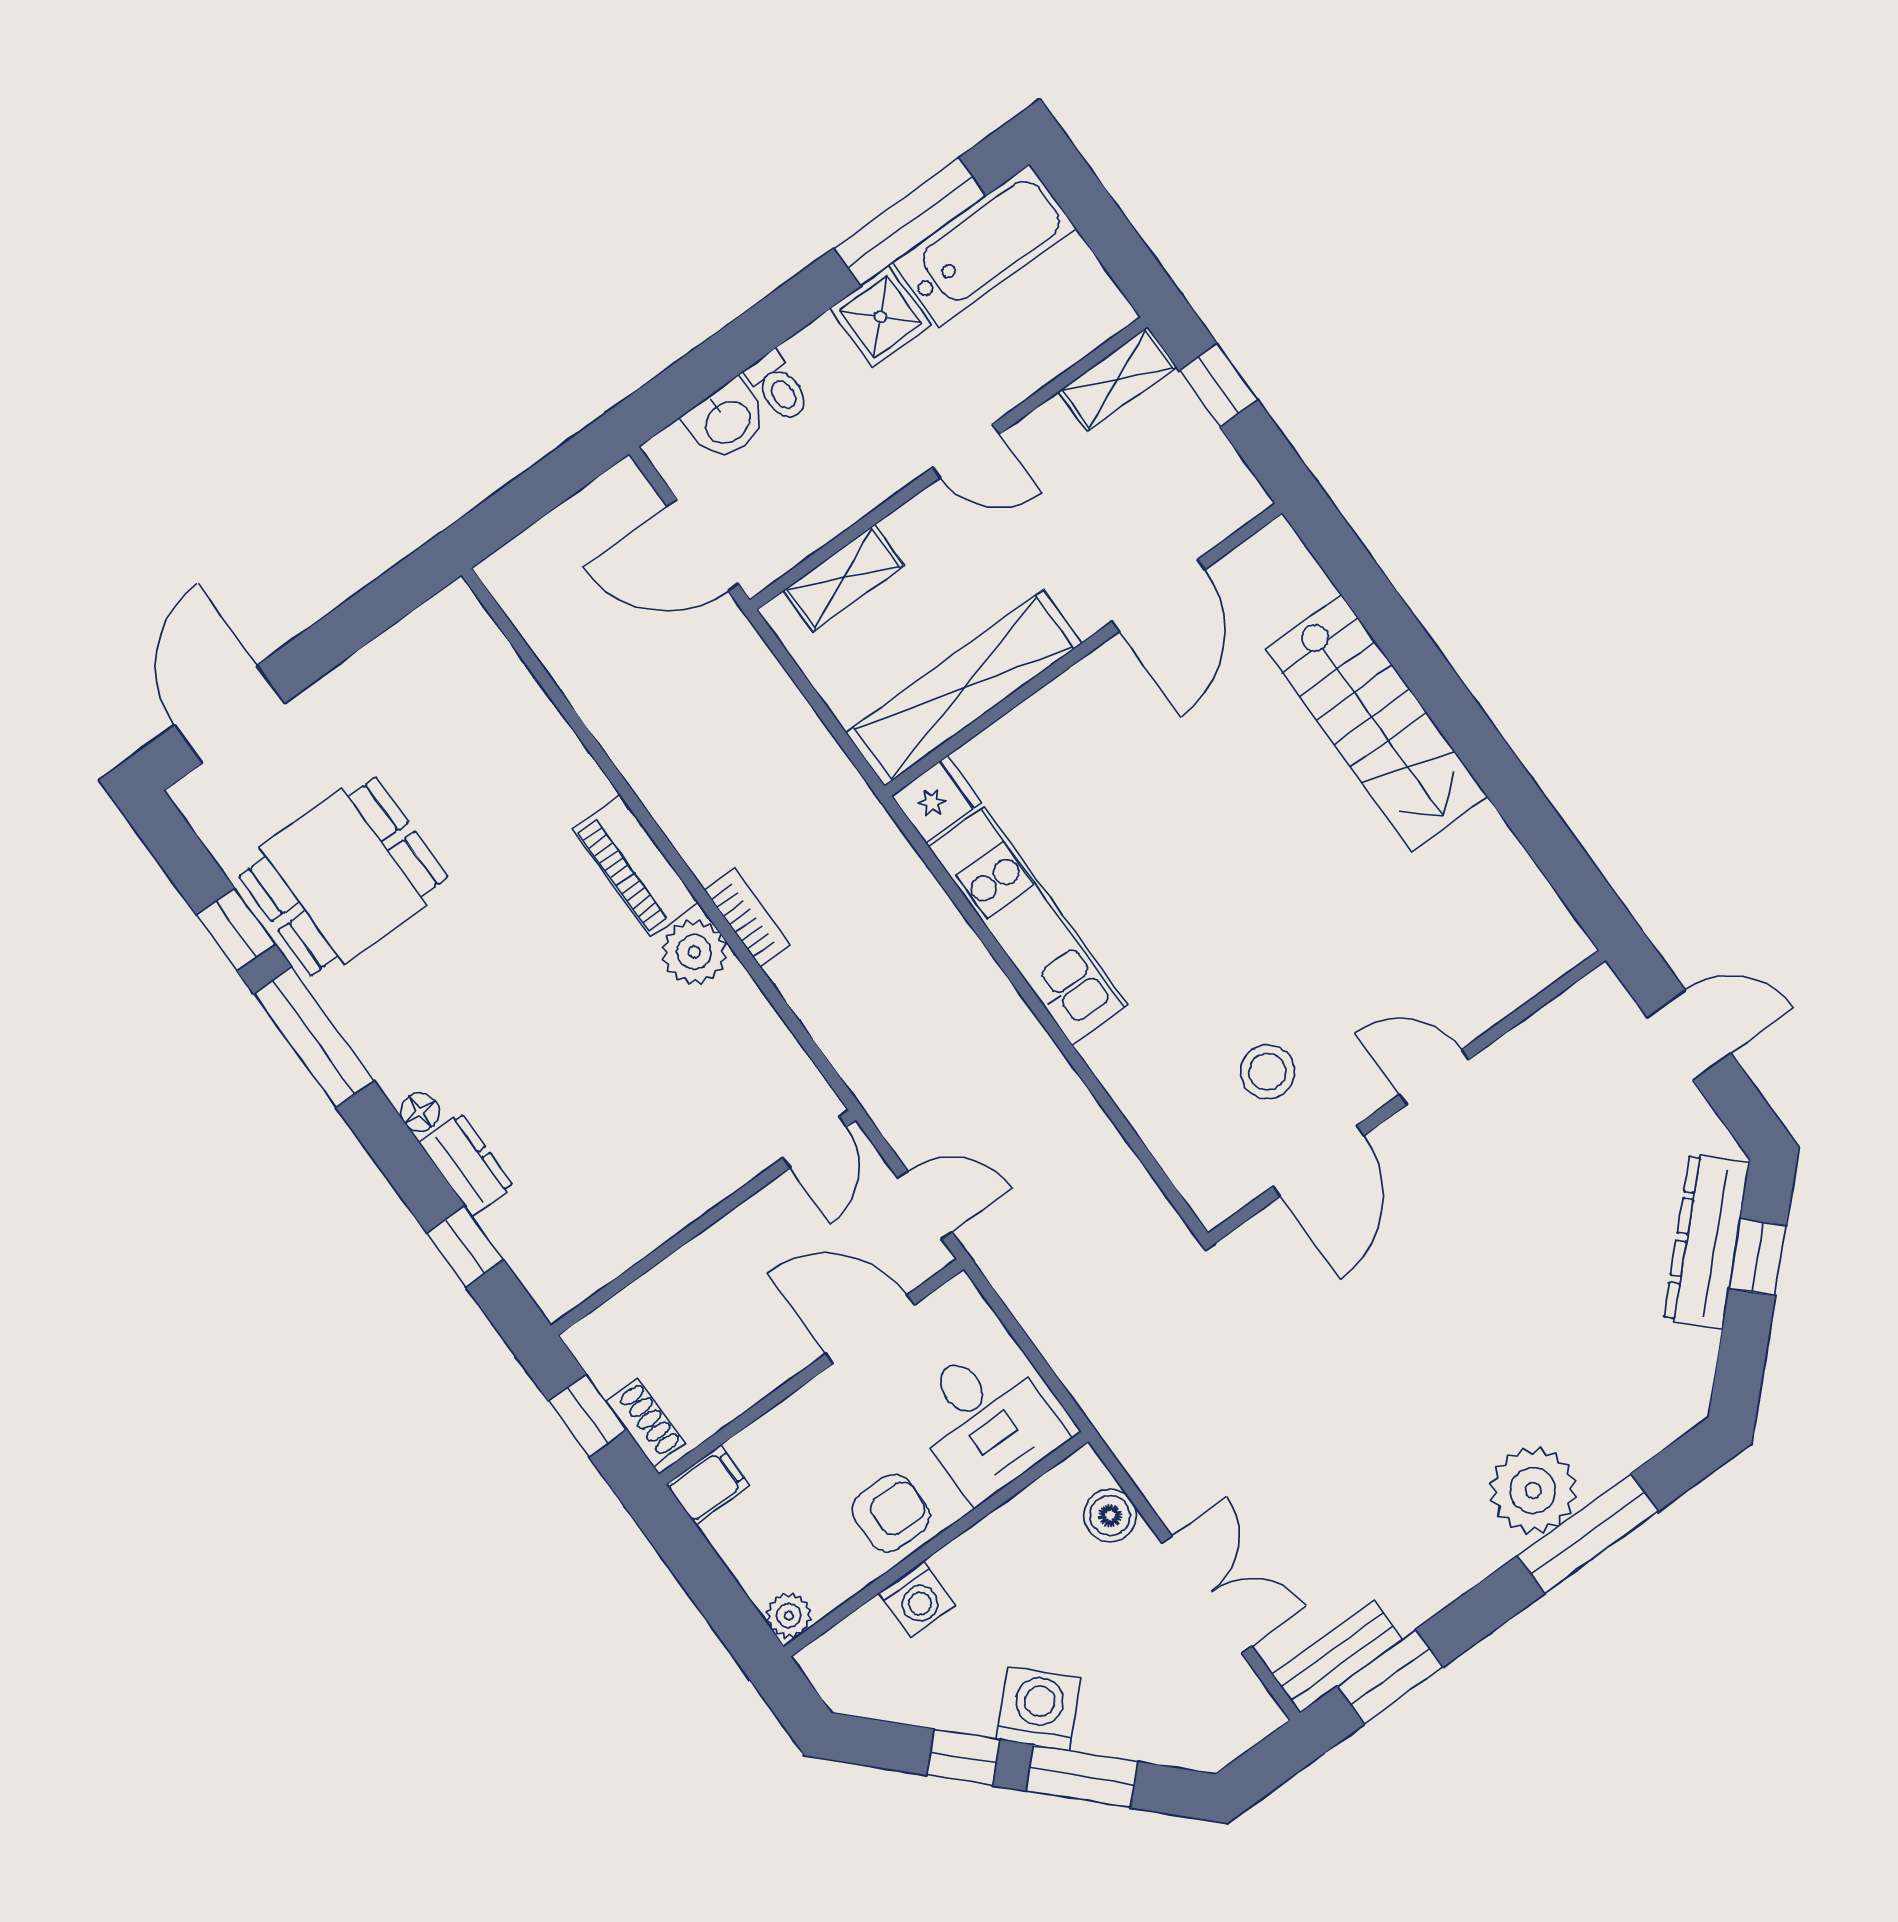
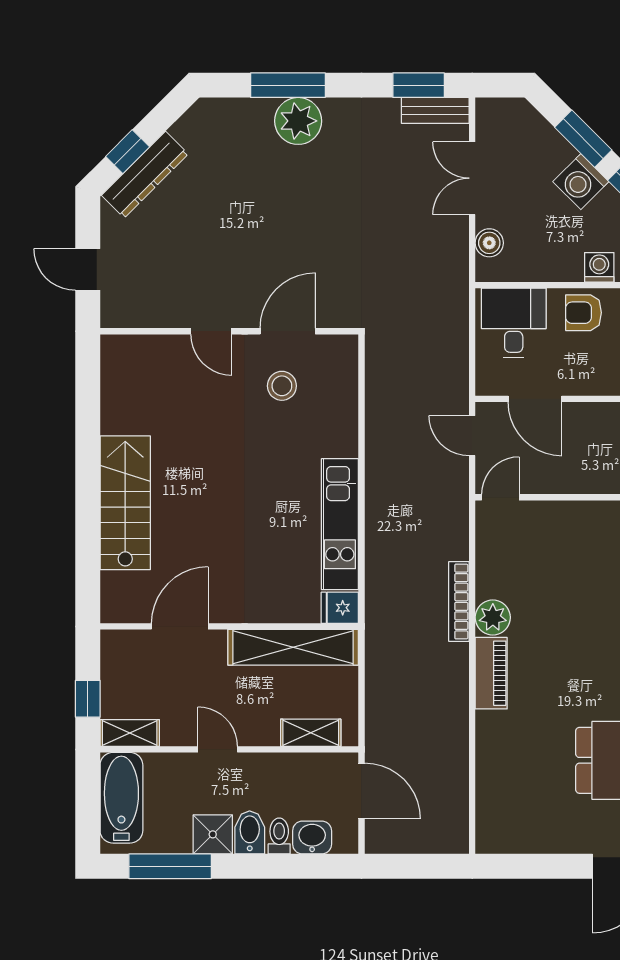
bathtub: (984, 246) -> (121, 798), moved, turned 90
bidet: (827, 360) -> (250, 832), added
bookcase: (747, 917) -> (459, 602), width x1.56

